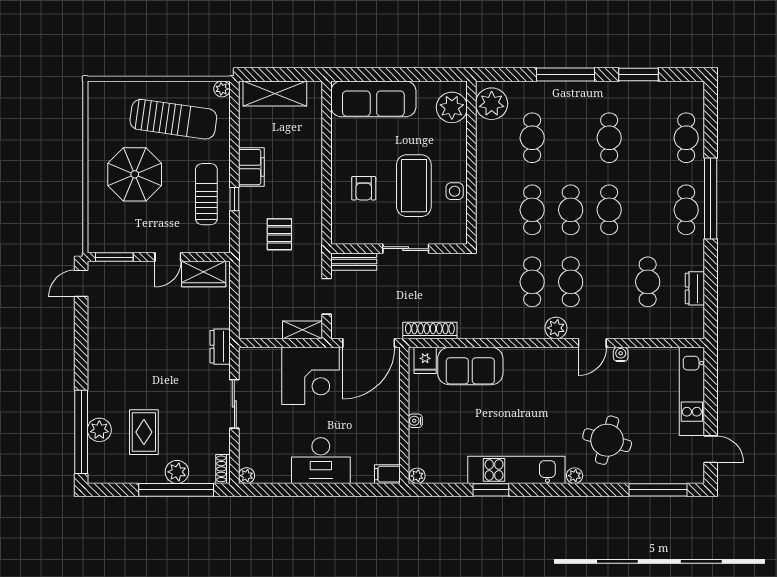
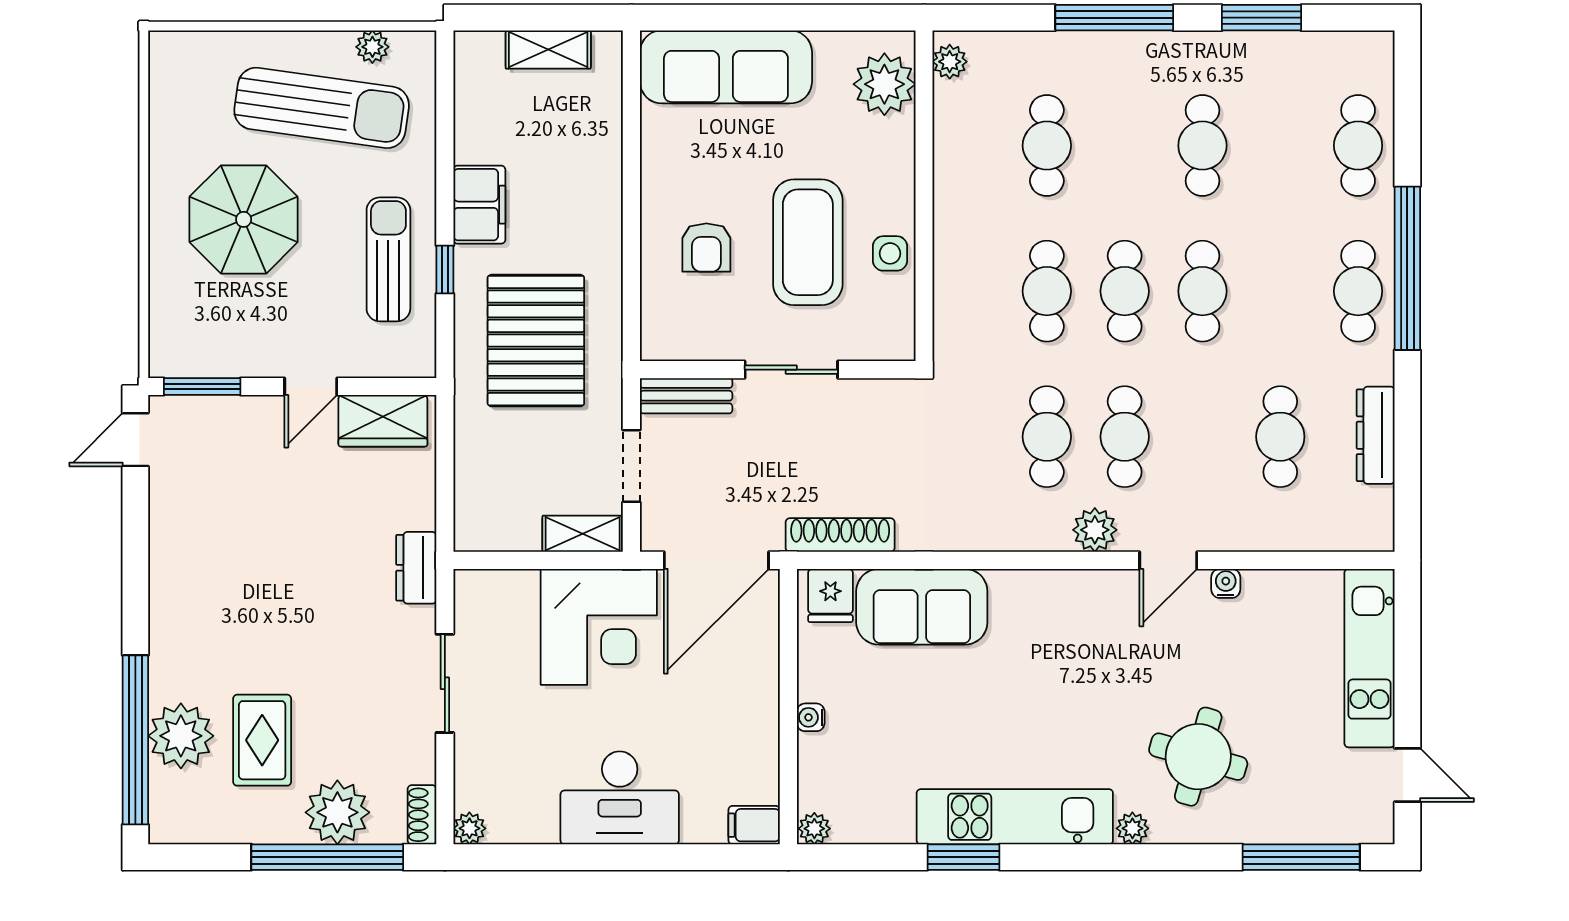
plant: (222, 89) -> (372, 47), moved
shelving: (275, 93) -> (548, 50), width x0.67, depth x0.75
plant: (492, 104) -> (950, 62), width x0.53, depth x0.53
pallet: (279, 234) -> (536, 341), width x2.05, depth x2.00
dresser: (695, 288) -> (1376, 435), width x1.44
plant: (99, 430) -> (181, 736), width x1.36, depth x1.36
plant: (177, 472) -> (337, 812), width x1.36, depth x1.36

